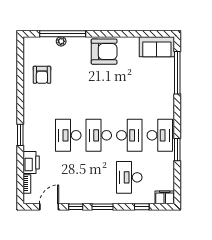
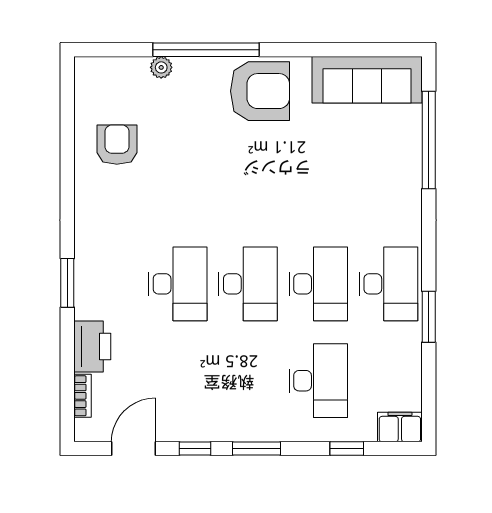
window: (63, 34) -> (206, 50), moved
sofa: (157, 47) -> (367, 80), width x1.36
armchair: (42, 75) -> (117, 145), turned 180
desk: (68, 135) -> (178, 284), turned 180
desk: (99, 135) -> (248, 284), turned 180
desk: (129, 177) -> (318, 381), turned 180

